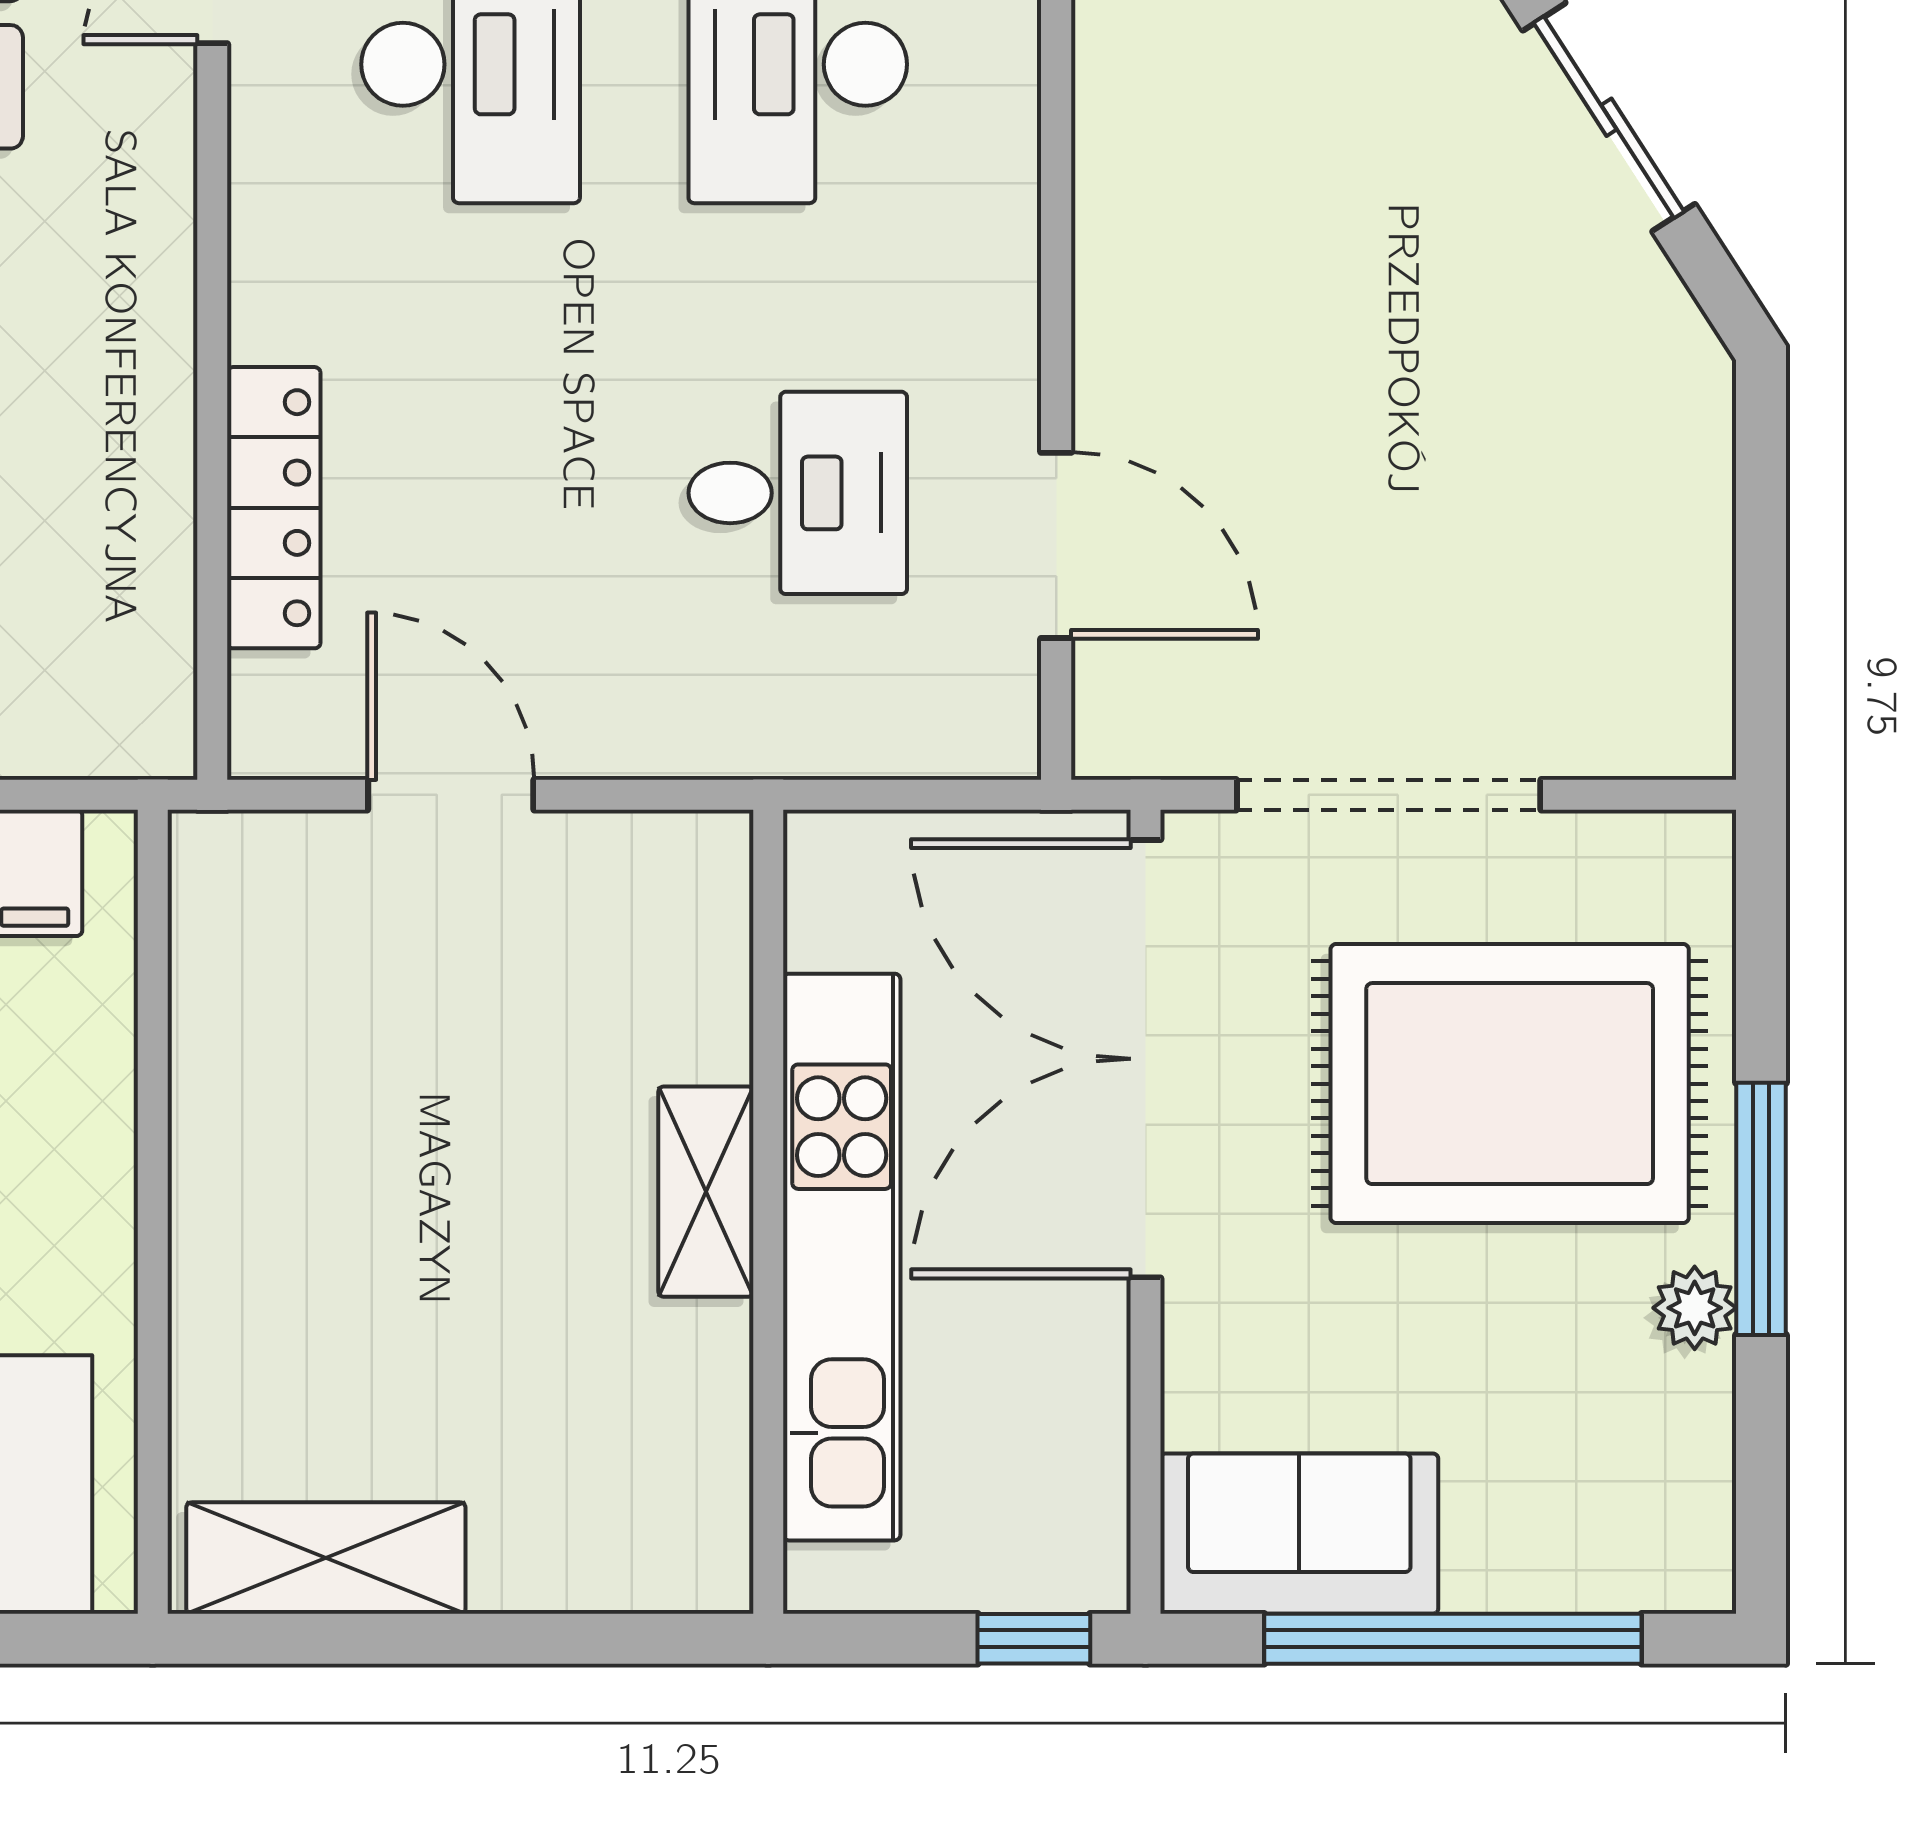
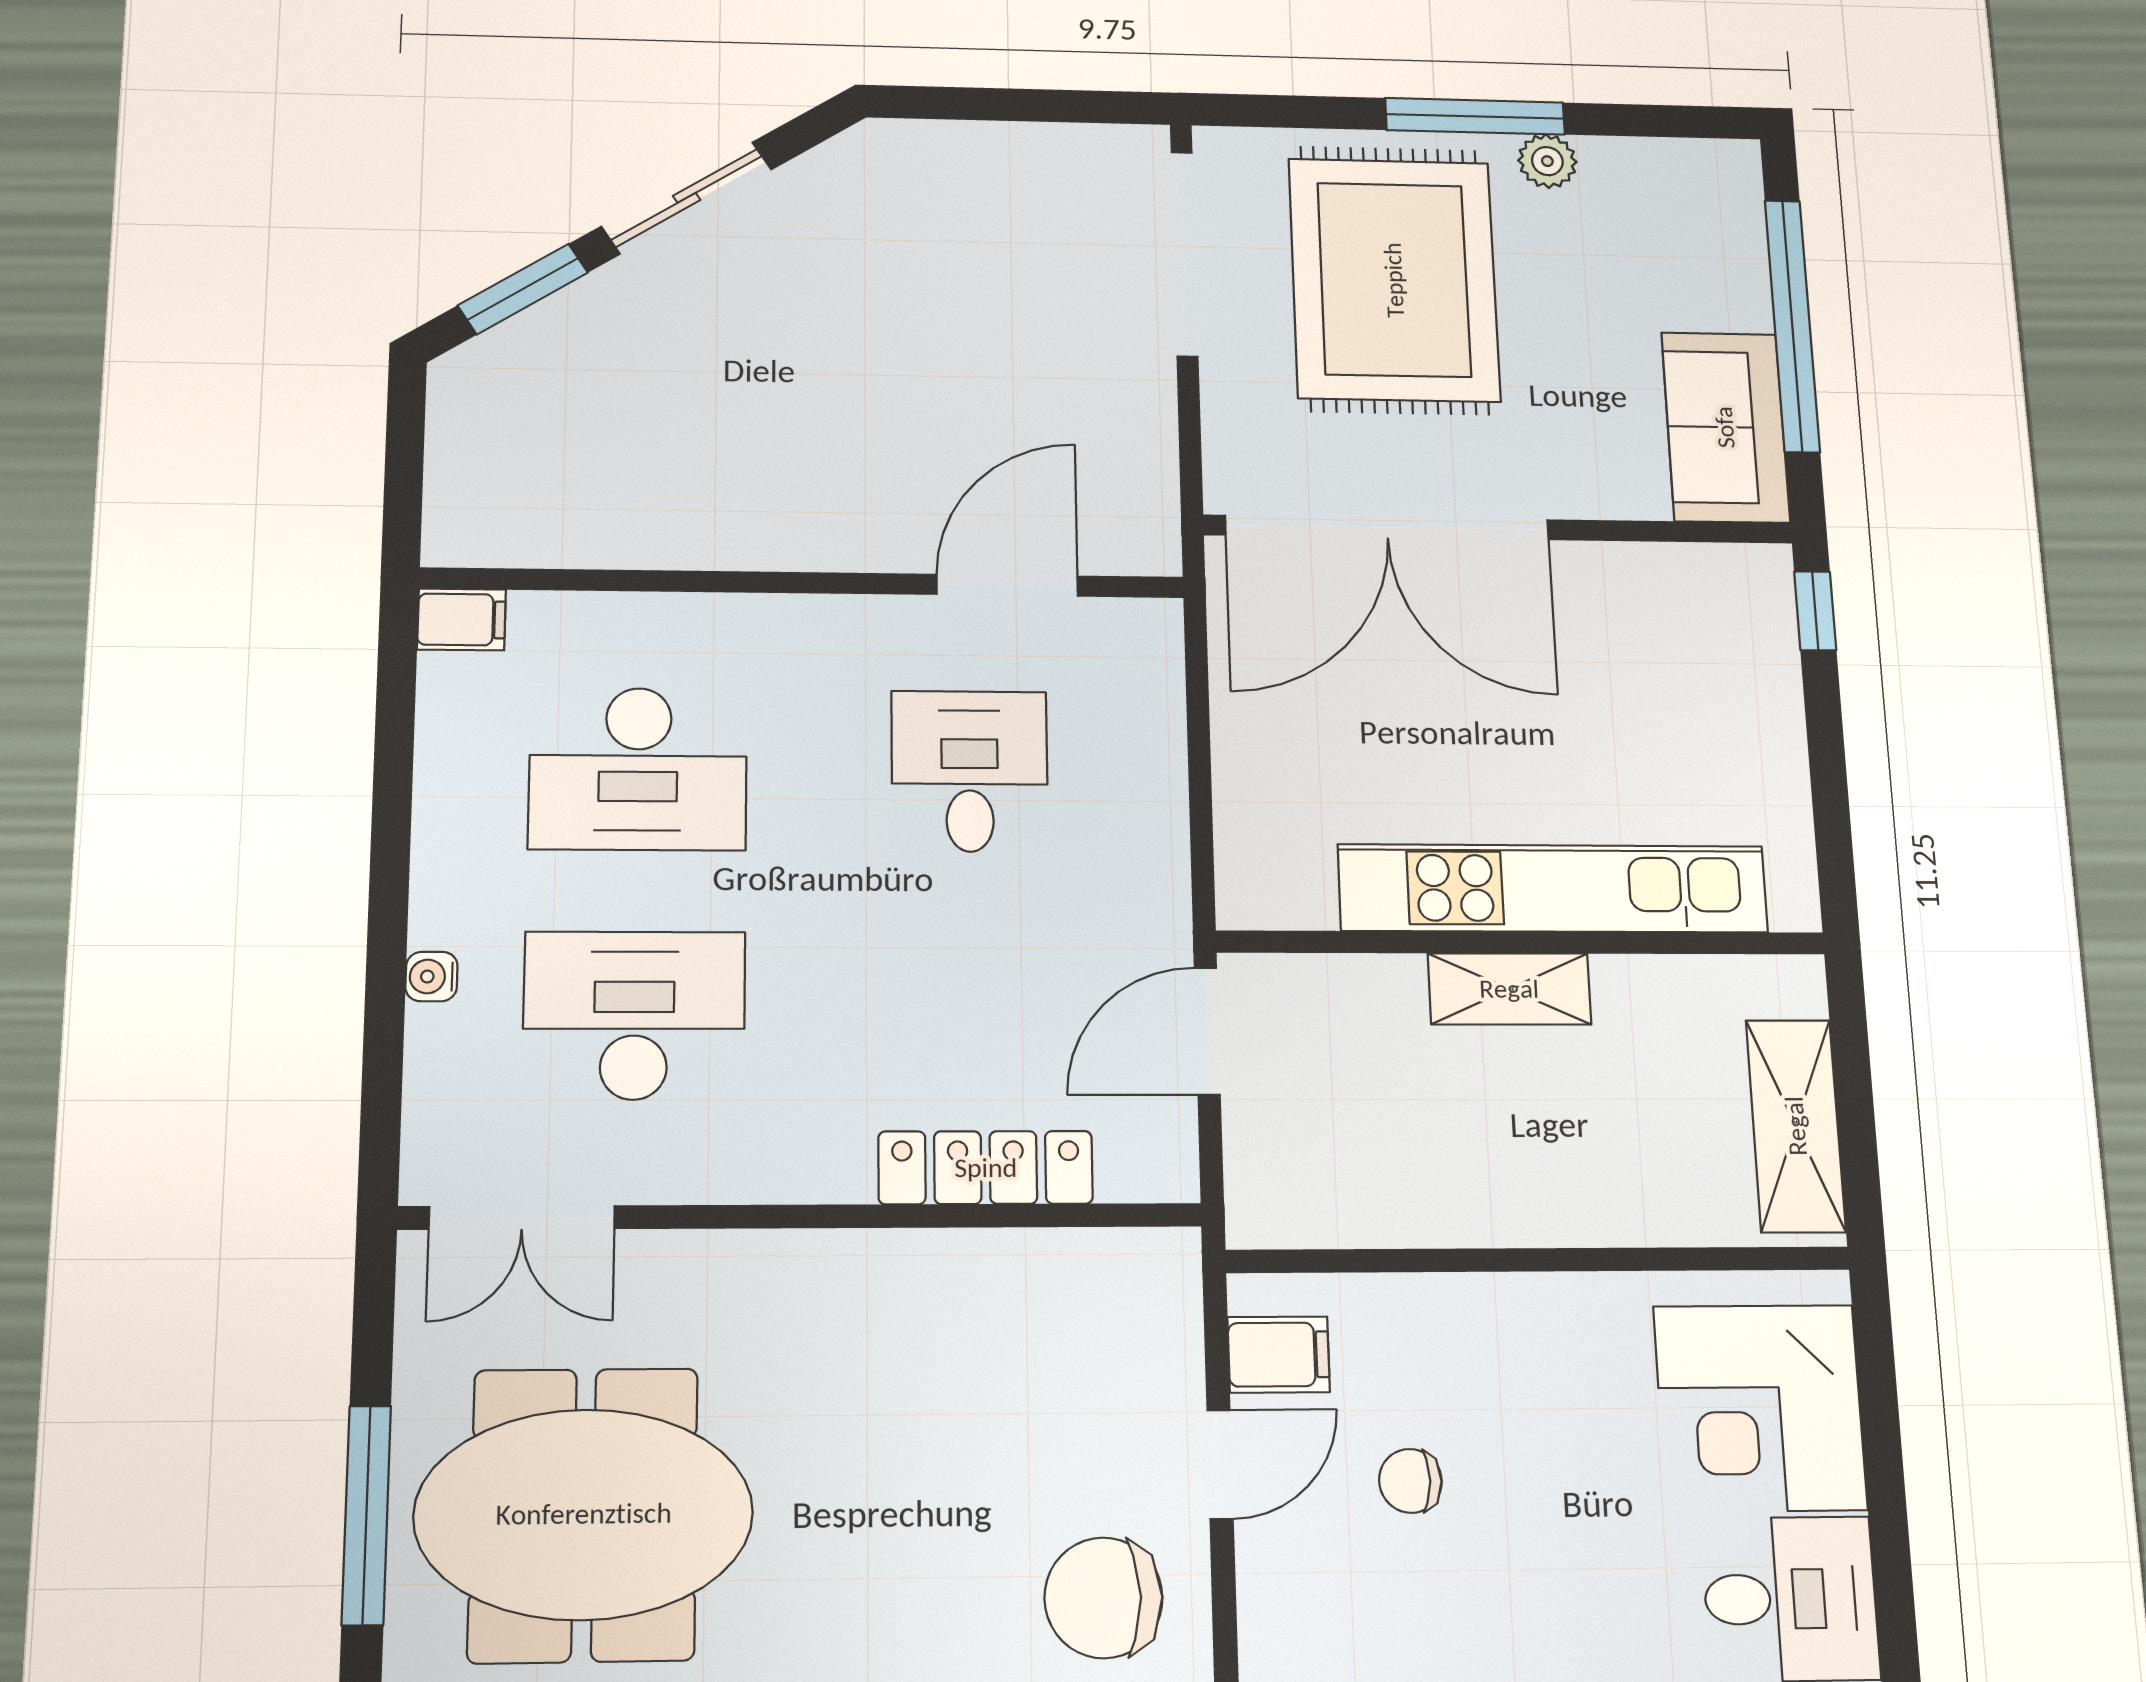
doorway: (1389, 795) -> (1185, 254), moved
shelving: (706, 1192) -> (1509, 989), moved
wall: (768, 1212) -> (1522, 942), moved
kitchen unit: (842, 1257) -> (1553, 888), moved

